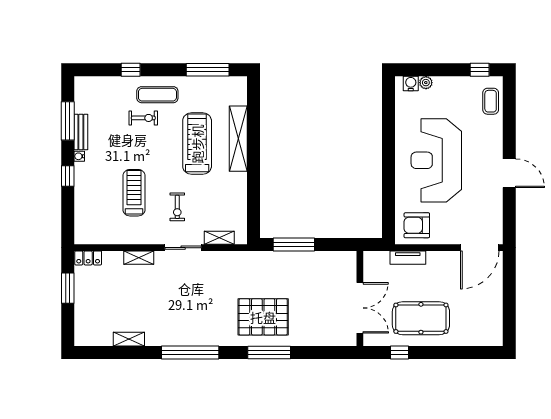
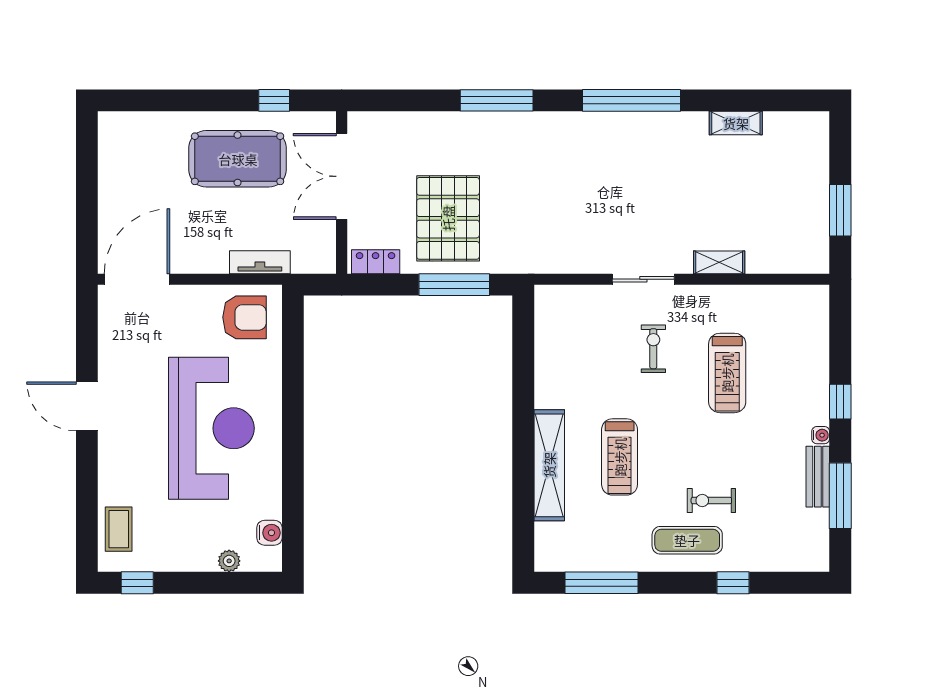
water cooler: (411, 83) -> (269, 533), moved, turned -90
treadmill: (197, 144) -> (620, 457), width x0.73, depth x0.73
shelving: (219, 238) -> (582, 296), removed
locker: (88, 258) -> (376, 262), moved
pallet: (263, 317) -> (448, 218), moved, turned 90

